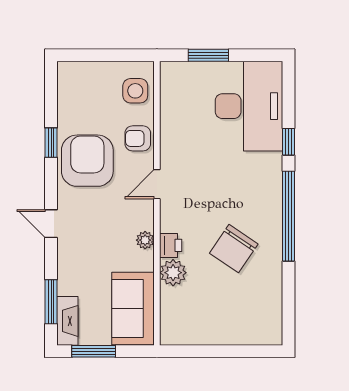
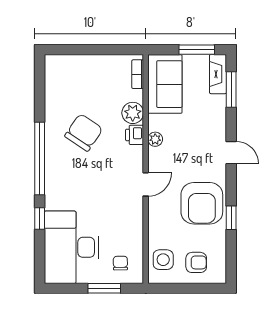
chair: (188, 87) -> (120, 263), added
armchair: (138, 138) -> (196, 262), moved
bookcase: (167, 321) -> (138, 74), added

